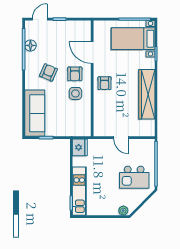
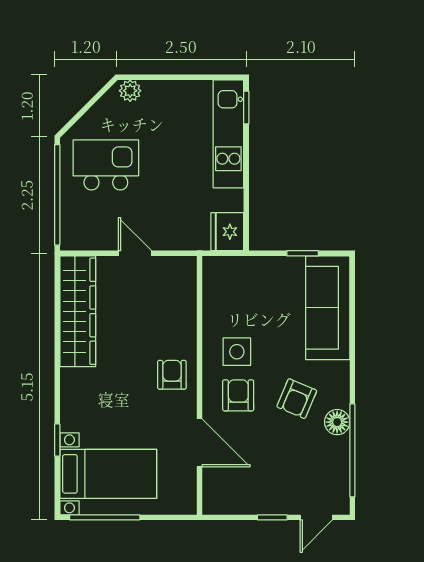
floor lamp: (30, 45) -> (337, 422), moved
wardrobe: (147, 94) -> (78, 311), moved

